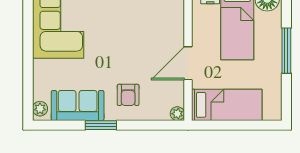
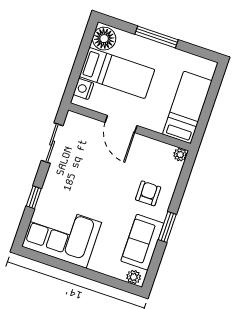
door: (188, 63) -> (121, 124), moved
armchair: (128, 95) -> (148, 193), turned -90

